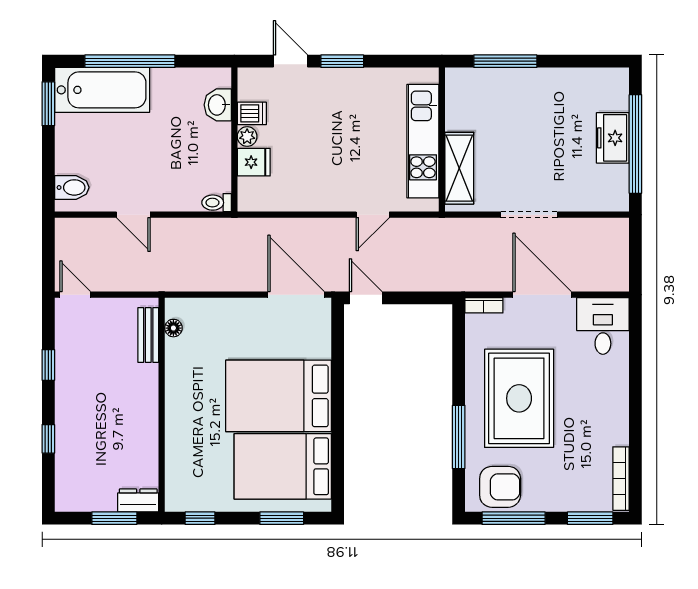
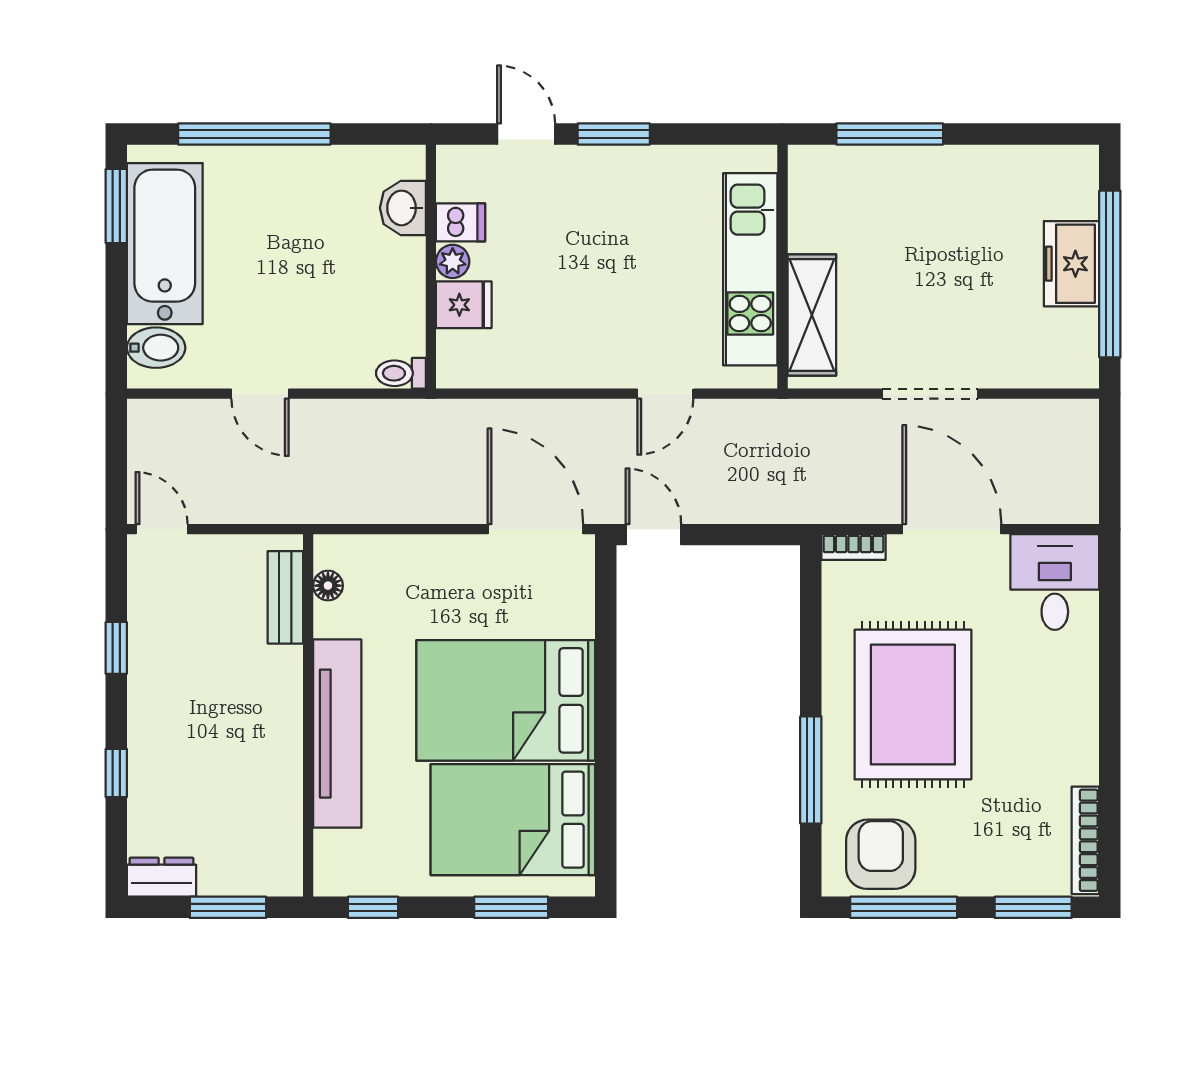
bathtub: (102, 90) -> (165, 244), moved, turned -90
tv unit: (179, 415) -> (337, 734), added
armchair: (500, 487) -> (881, 854), turned -90
dresser: (138, 500) -> (162, 877), moved

